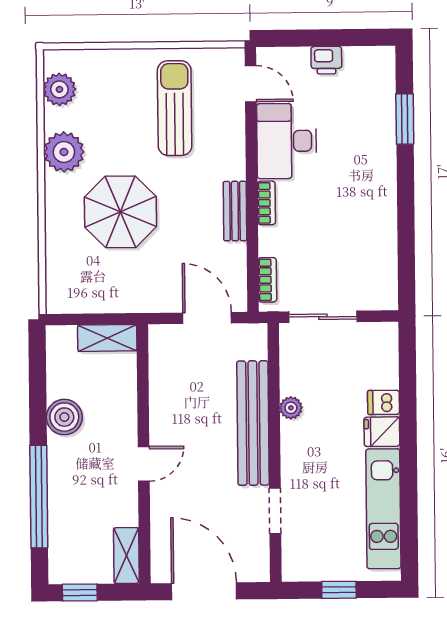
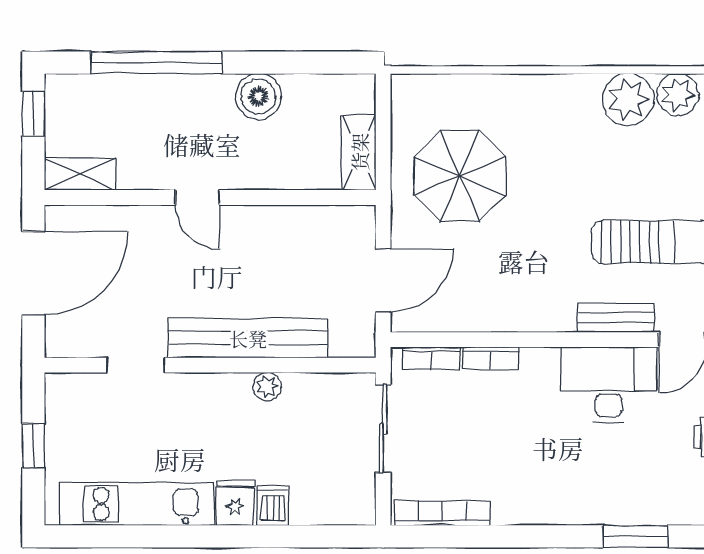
plant: (64, 152) -> (628, 100), moved
bookcase: (266, 203) -> (491, 358), moved
bench: (235, 211) -> (616, 318), moved
parasol: (120, 212) -> (460, 176), moved
bookcase: (388, 270) -> (442, 513), added

